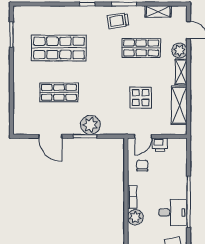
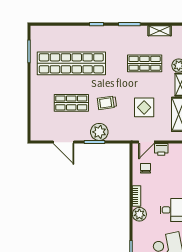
trolley: (118, 21) -> (107, 103), moved
shop shelf: (59, 48) -> (71, 63), width x1.40

